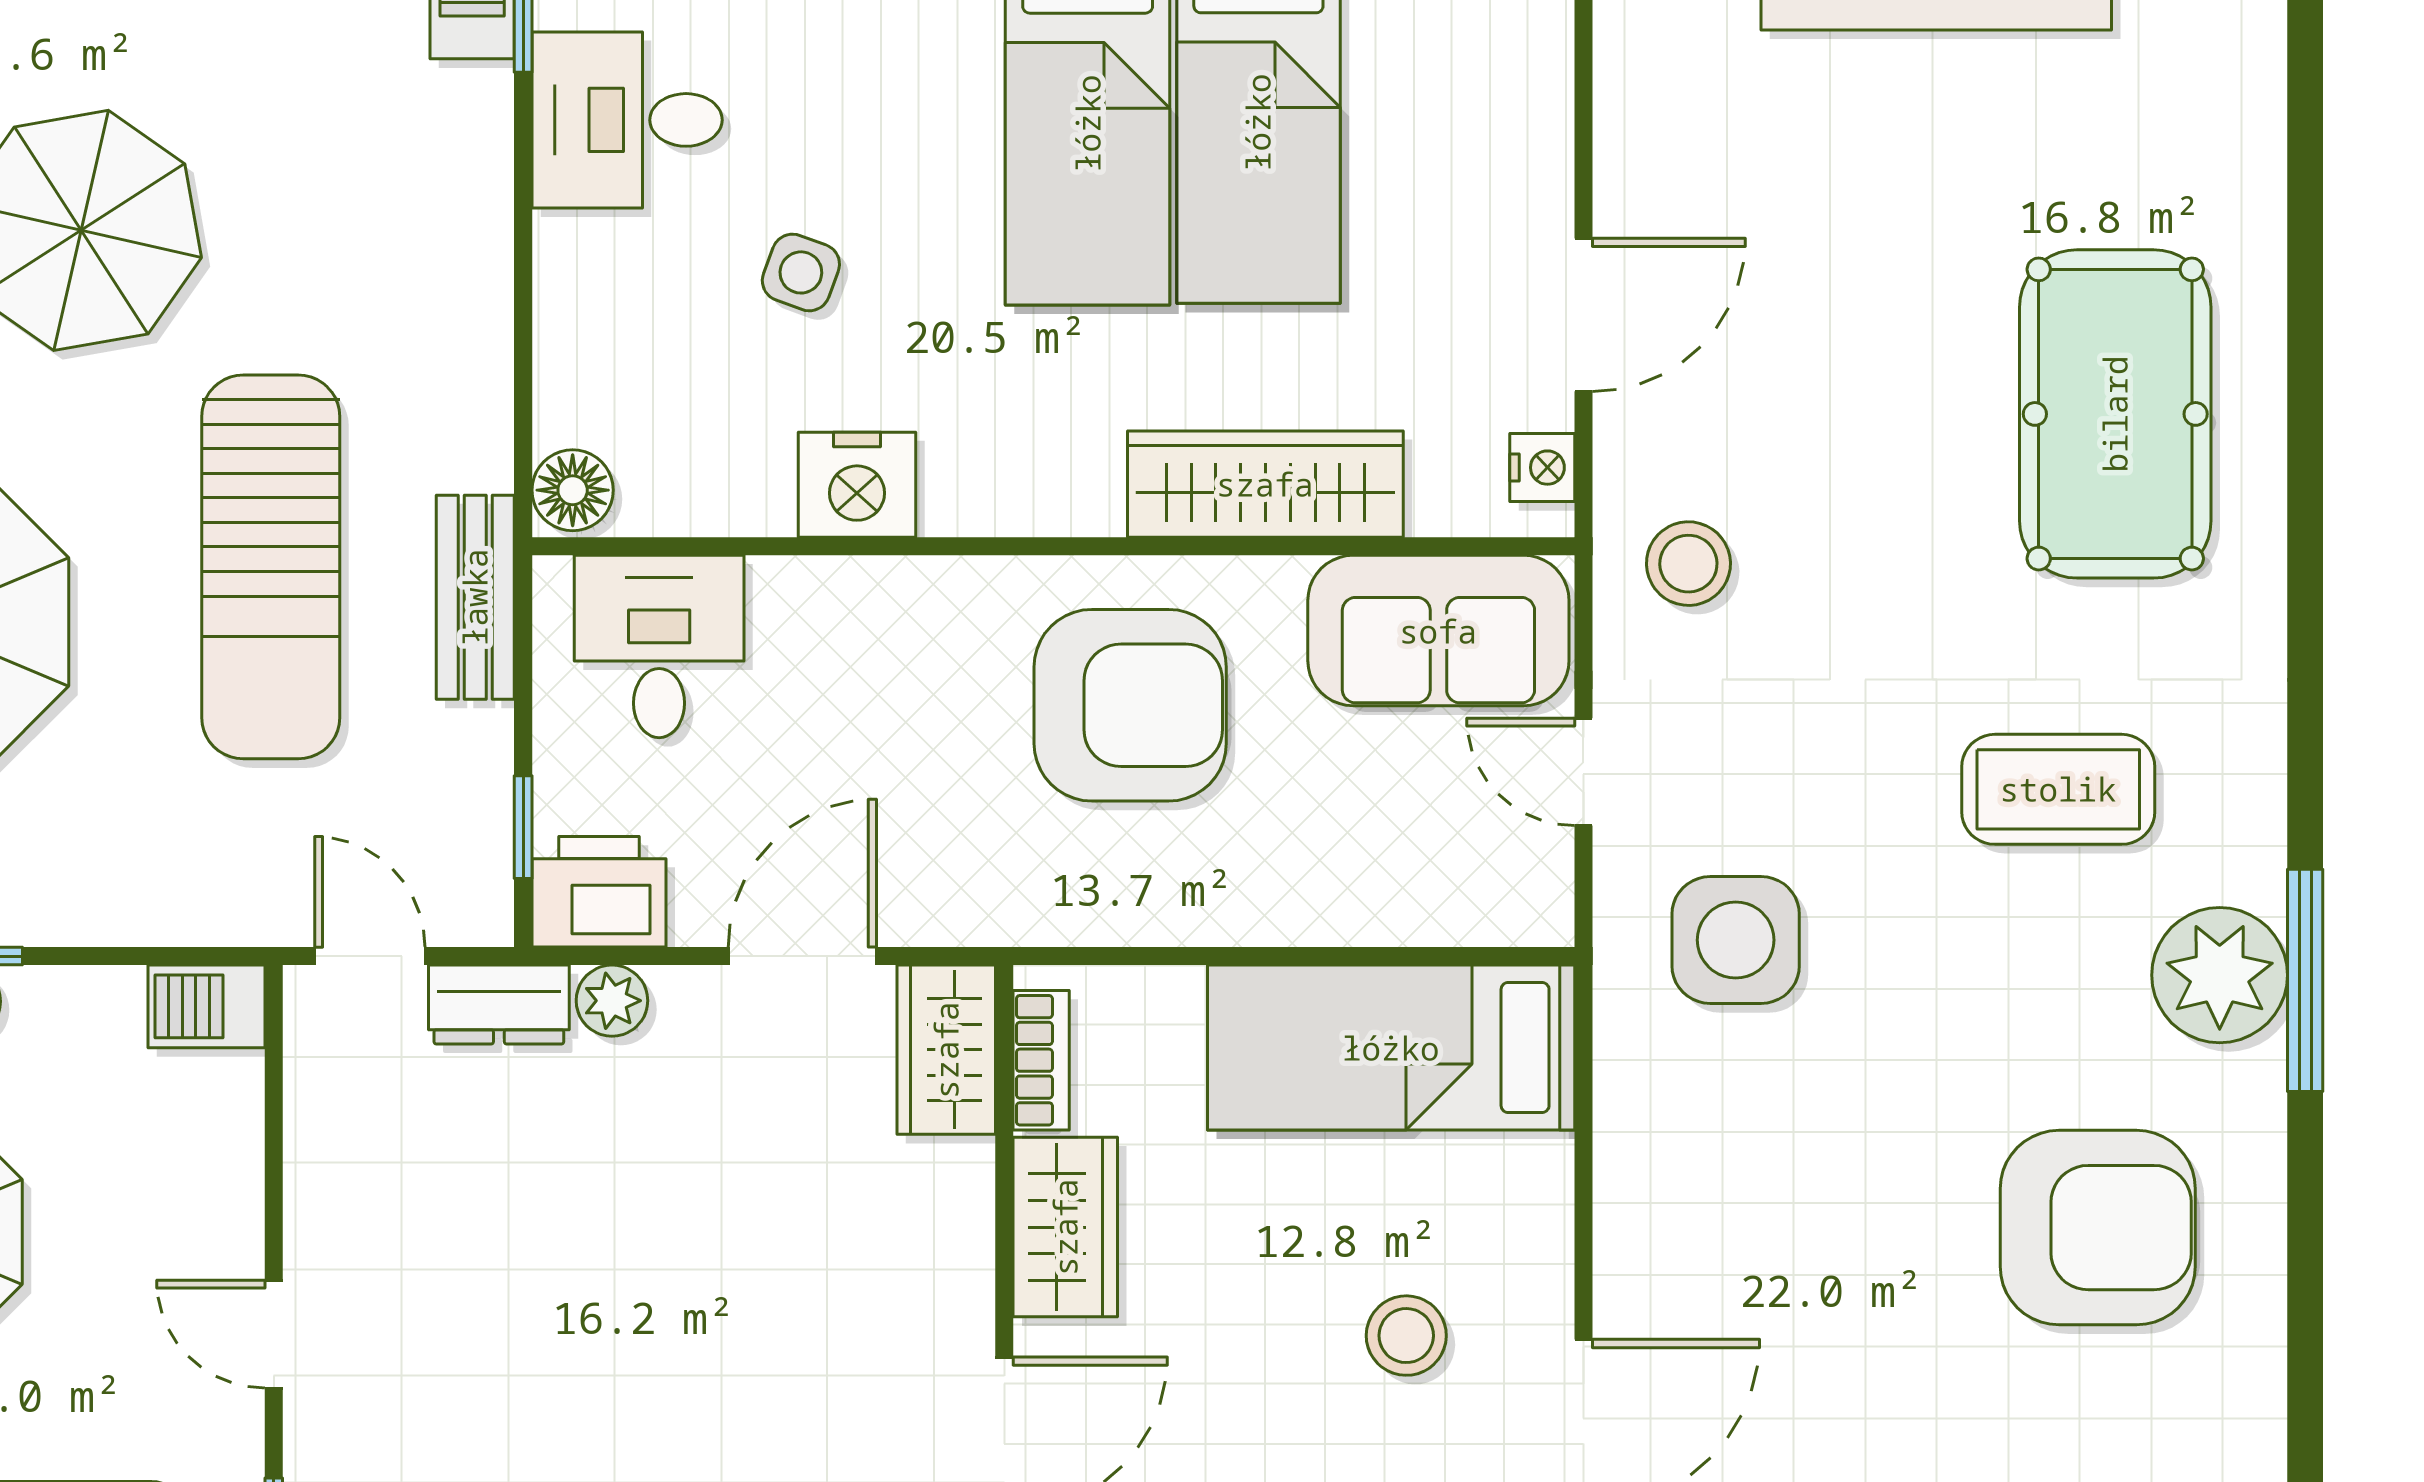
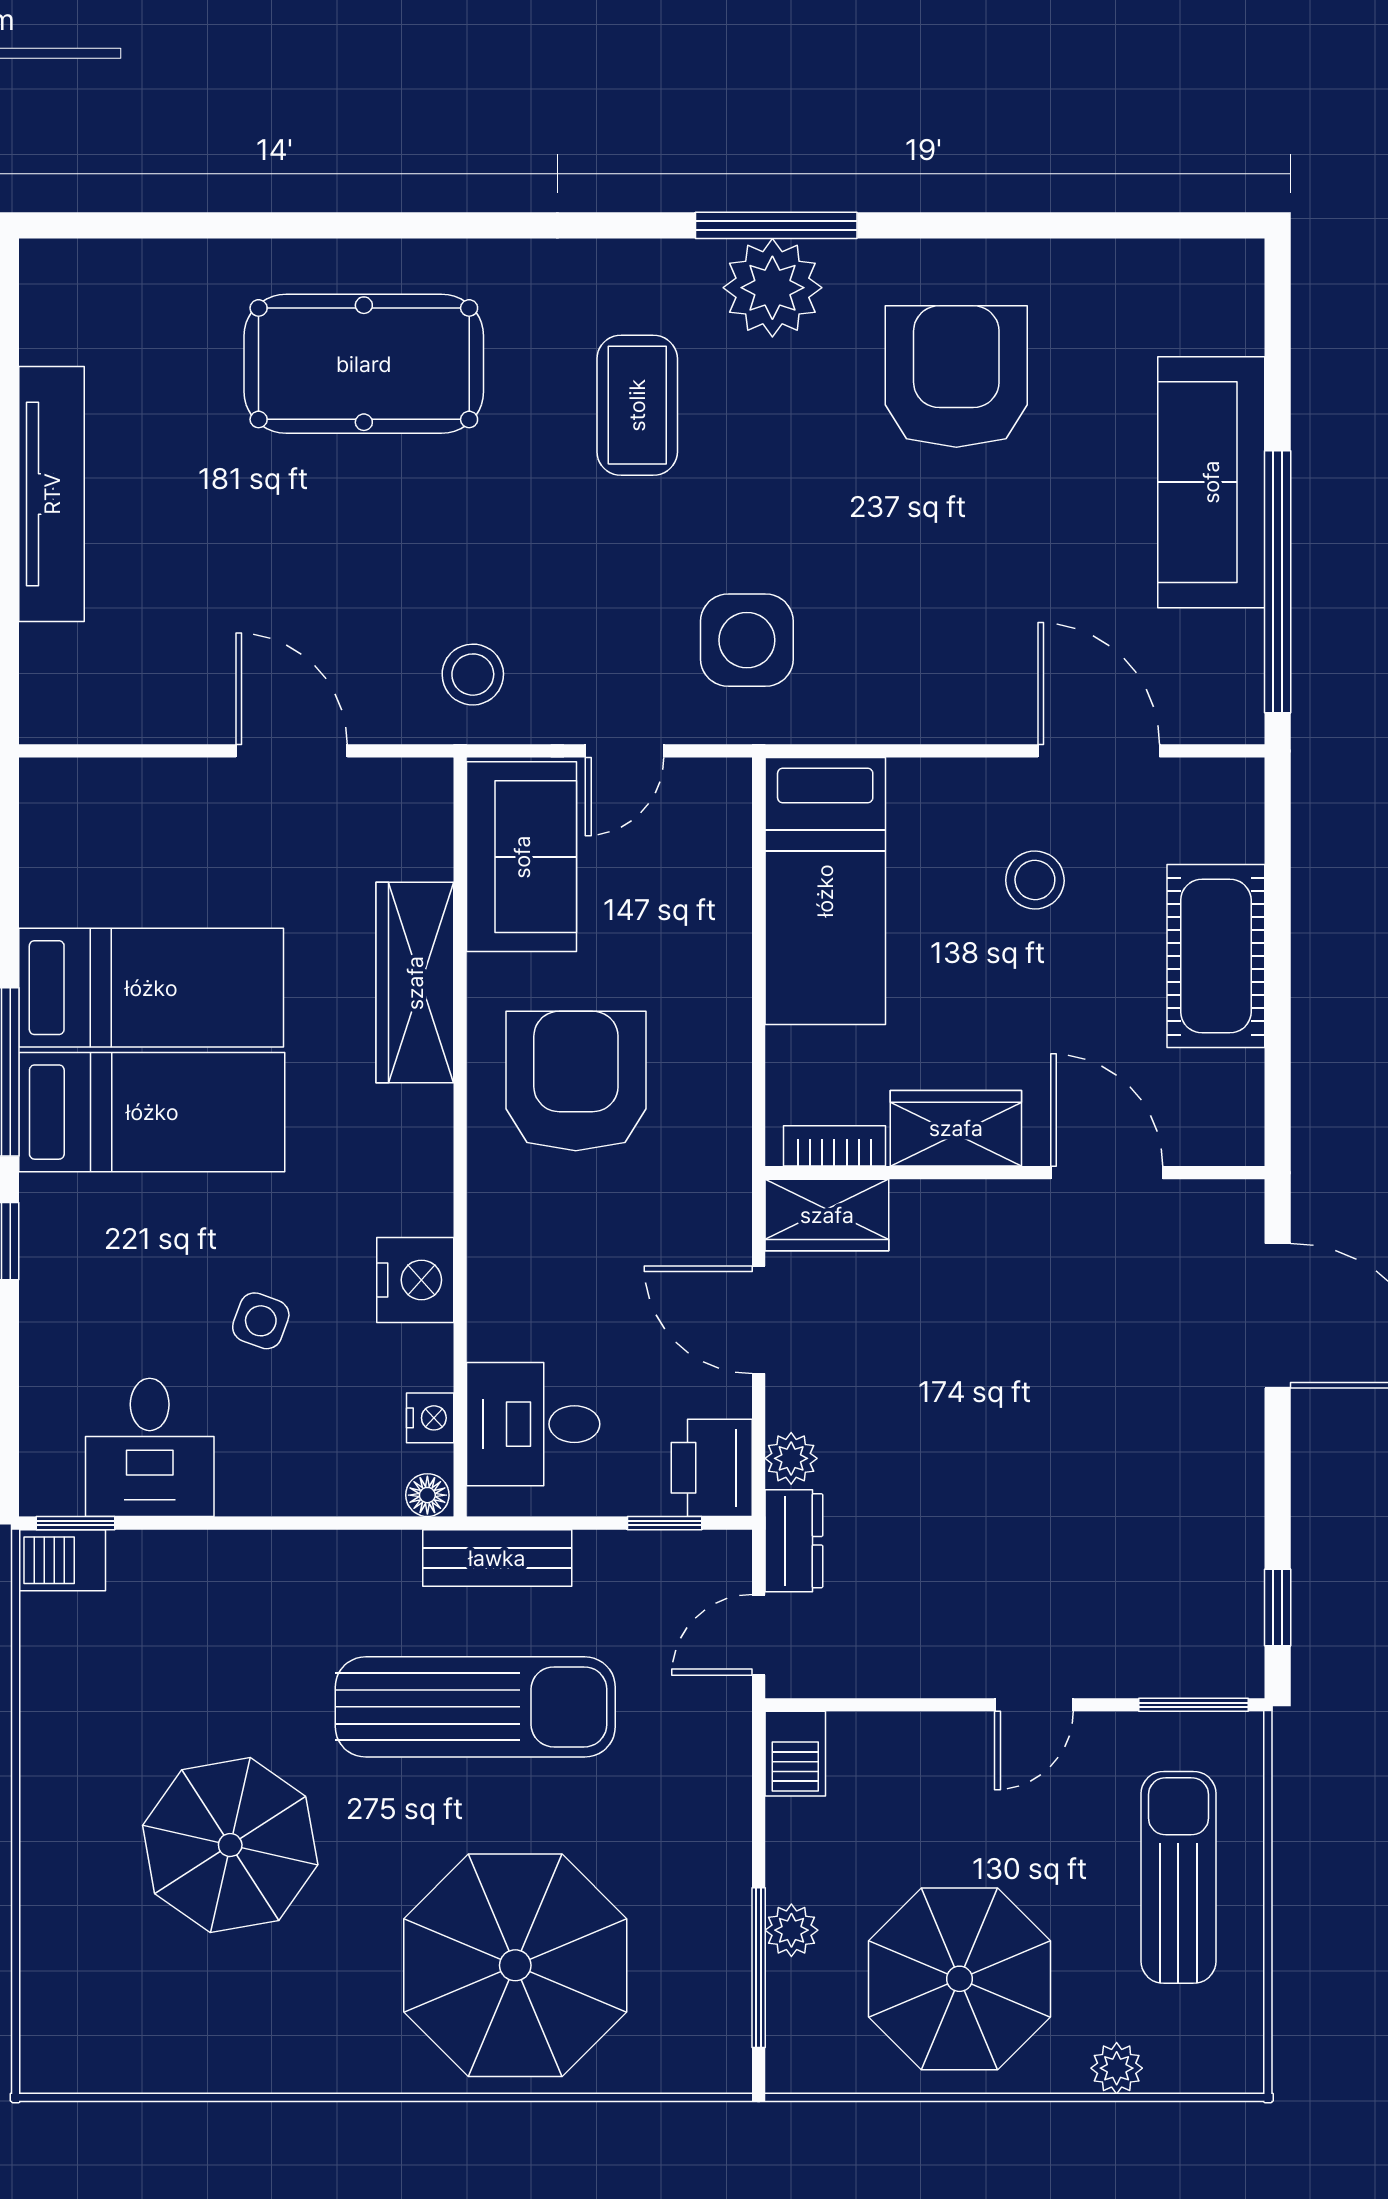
nightstand: (1542, 468) -> (430, 1418), moved, turned 90
floor lamp: (573, 490) -> (427, 1495), width x0.73, depth x0.73

